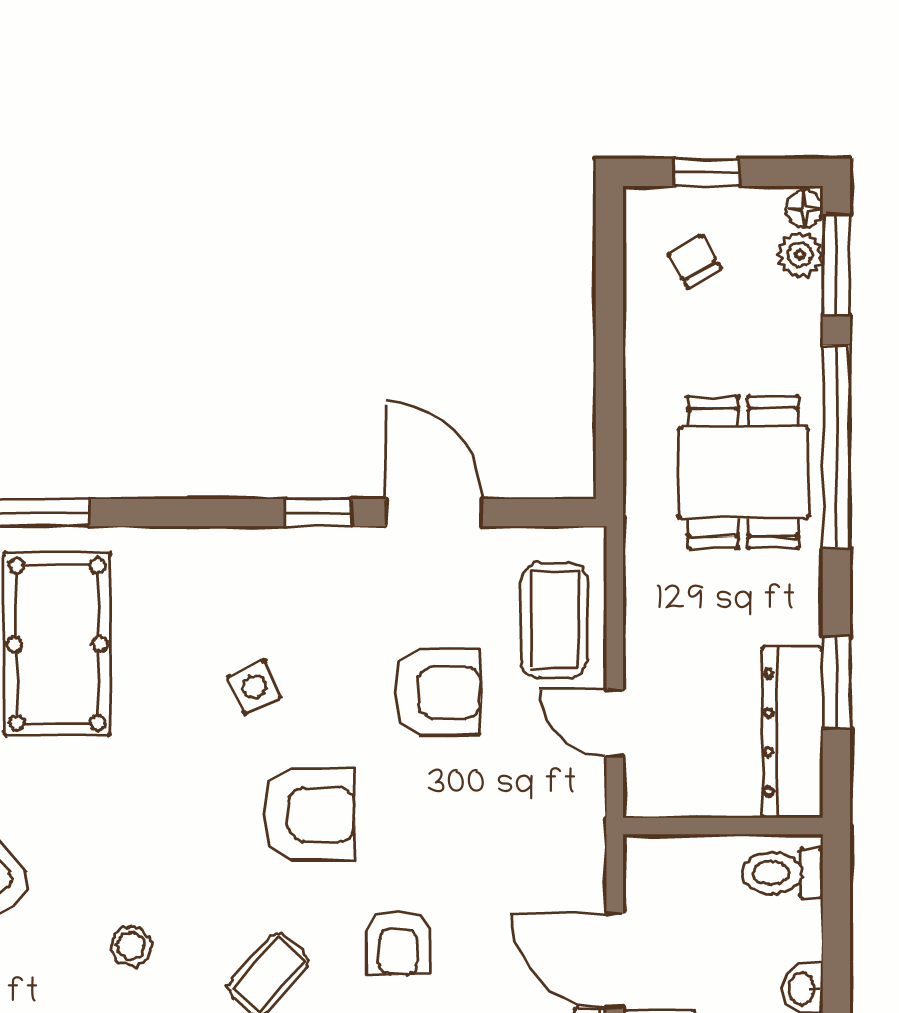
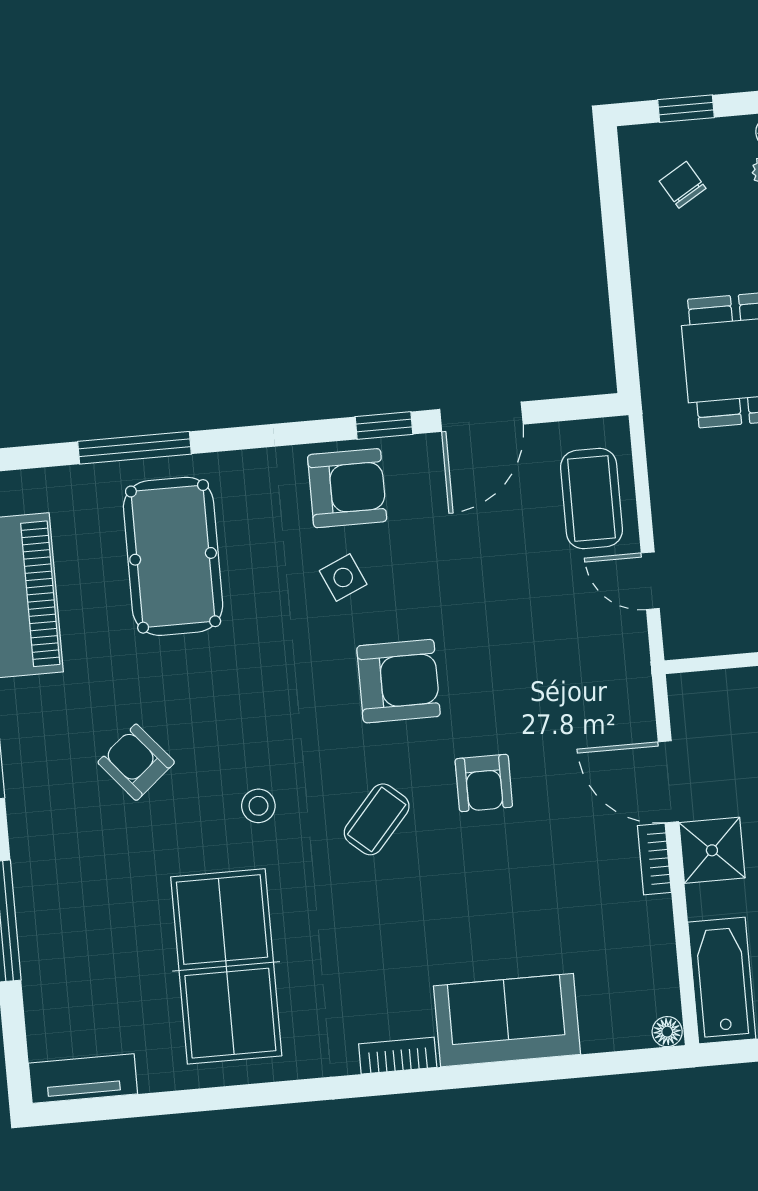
door: (434, 513) -> (481, 417), swing flipped
armchair: (437, 692) -> (347, 488), moved

